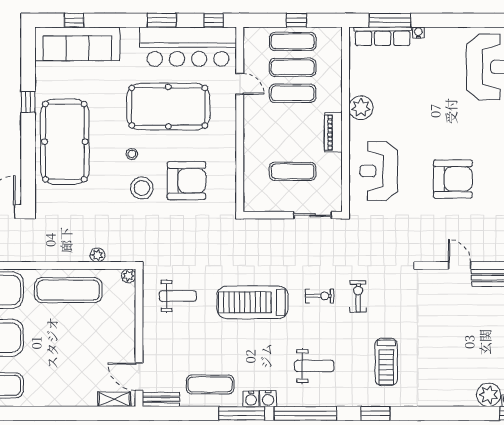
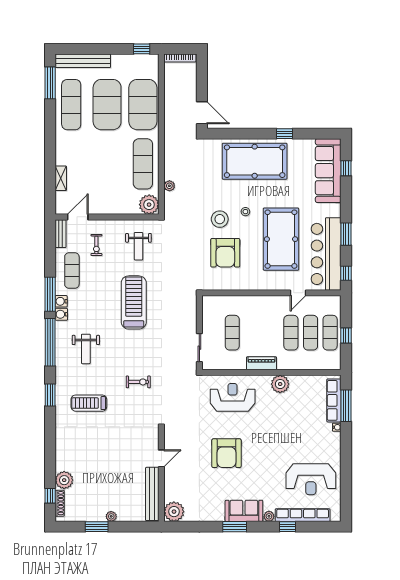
plant: (129, 276) -> (149, 205), width x1.88, depth x1.88
exercise bike: (320, 296) -> (96, 245), moved
shelving: (114, 399) -> (61, 178), moved

